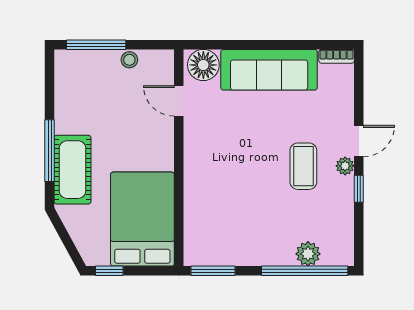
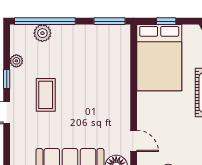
plant: (345, 166) -> (16, 61), moved
window: (109, 271) -> (166, 21), moved

